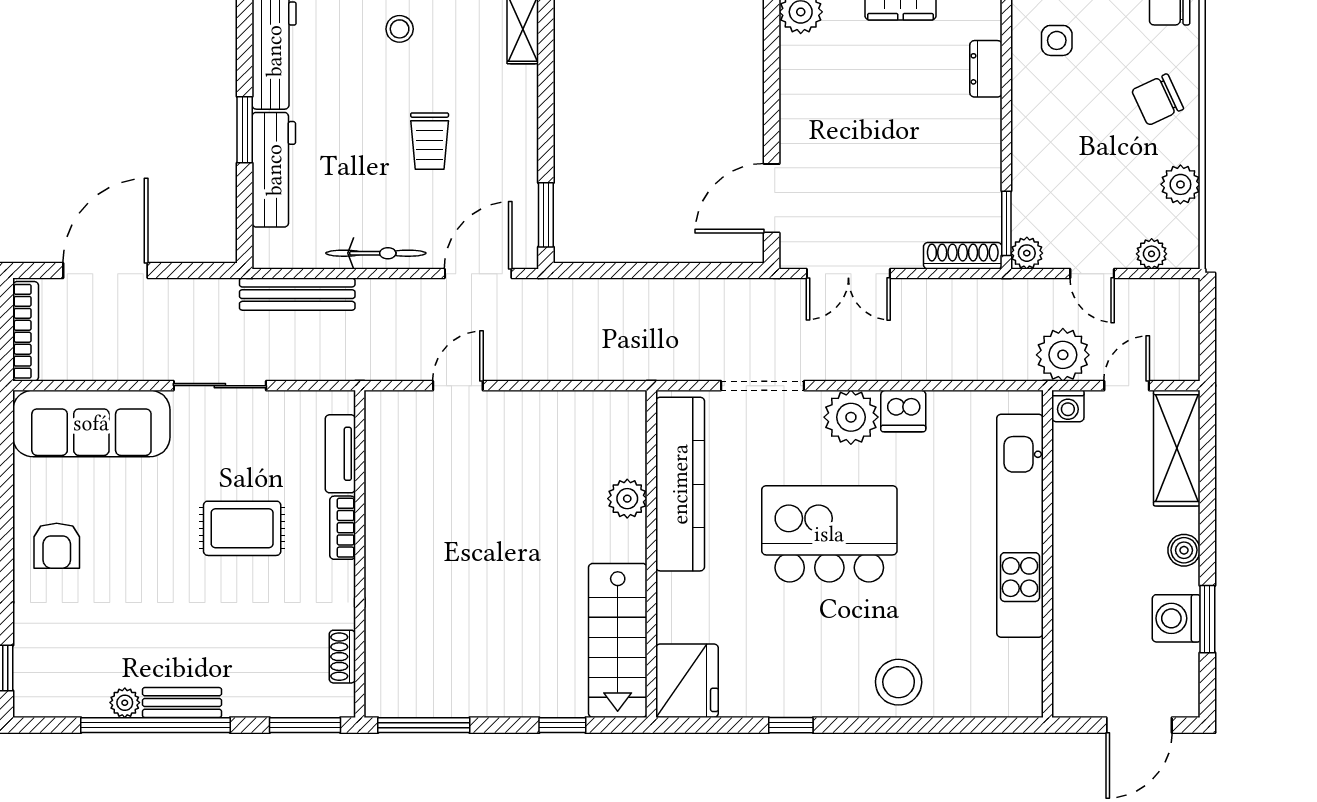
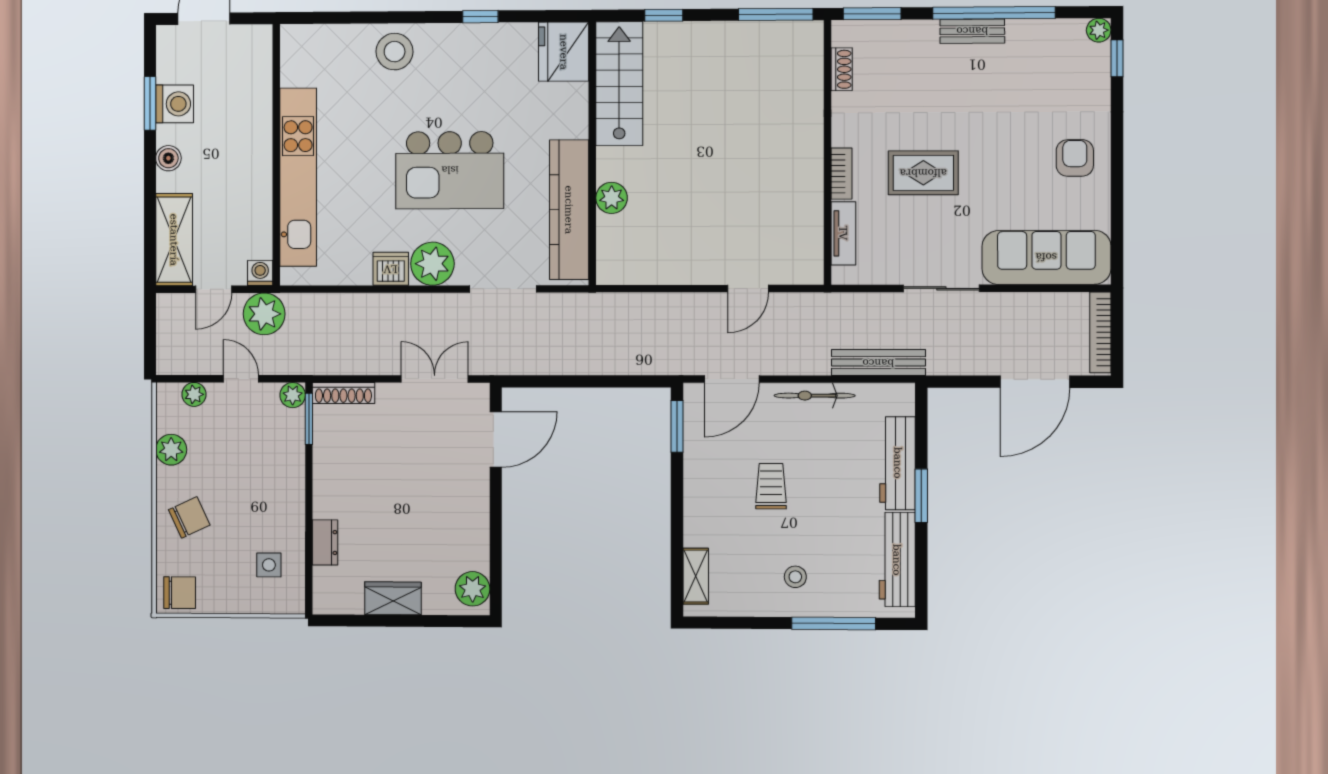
plant: (125, 703) -> (1099, 30), moved

